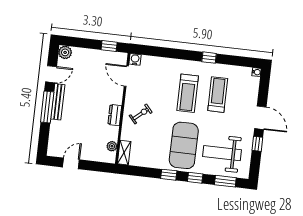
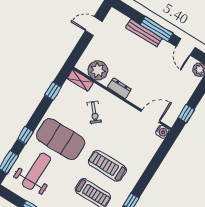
bench: (58, 102) -> (144, 33), moved
exercise bike: (141, 114) -> (94, 112), moved
plant: (112, 146) -> (98, 70), width x1.87, depth x1.87
door: (71, 163) -> (94, 26), swing flipped
window: (169, 175) -> (53, 91), moved

